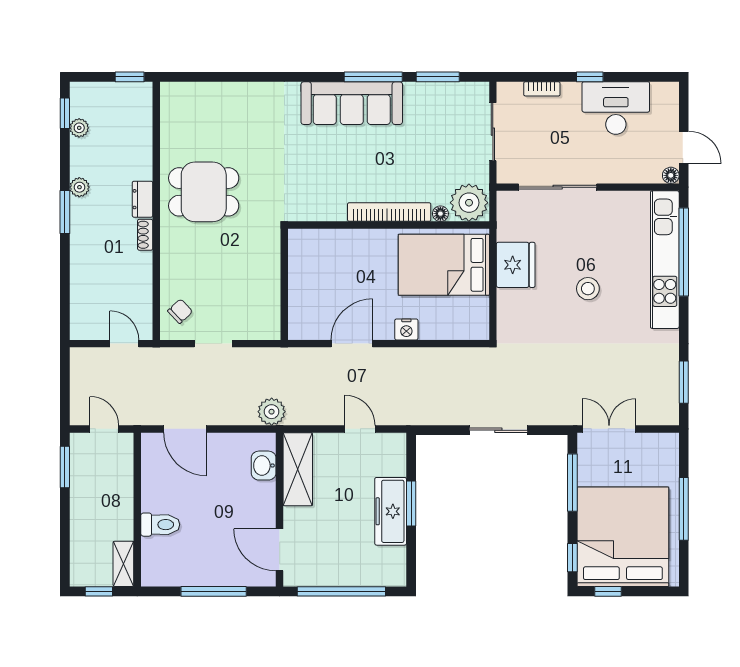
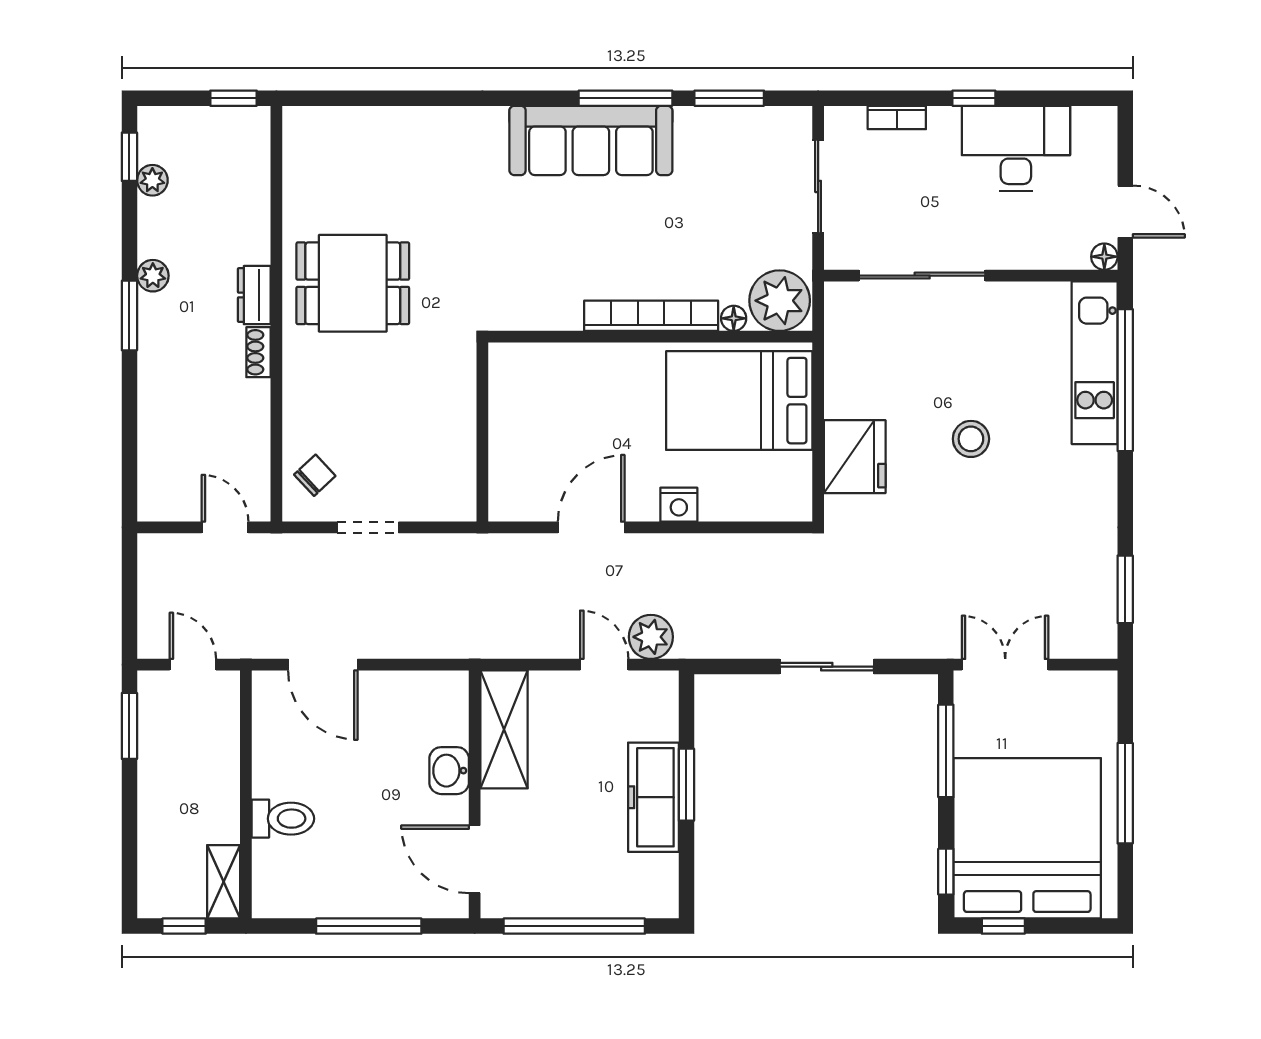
kitchen unit: (665, 260) -> (1095, 363), width x0.73
fridge: (516, 265) -> (855, 457), moved
plant: (272, 412) -> (651, 637), moved
washbasin: (264, 466) -> (449, 771), moved

